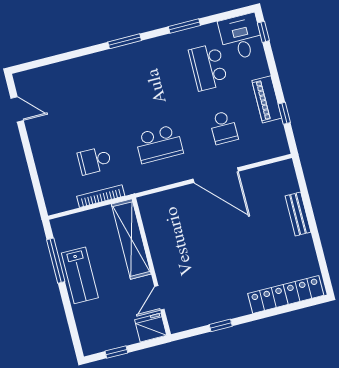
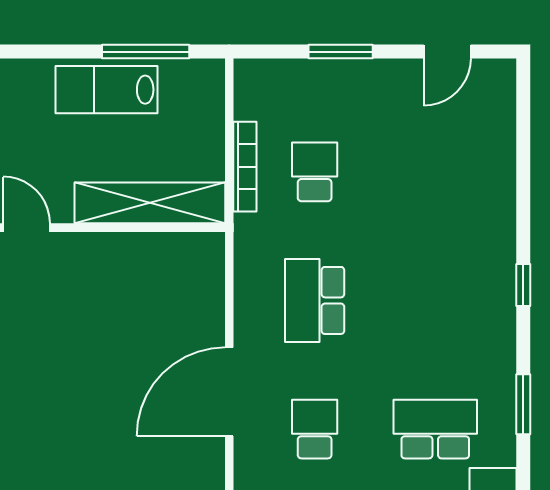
window: (125, 41) -> (523, 285), width x0.67
school desk: (224, 128) -> (315, 429), turned 90
window: (31, 163) -> (341, 52), added

